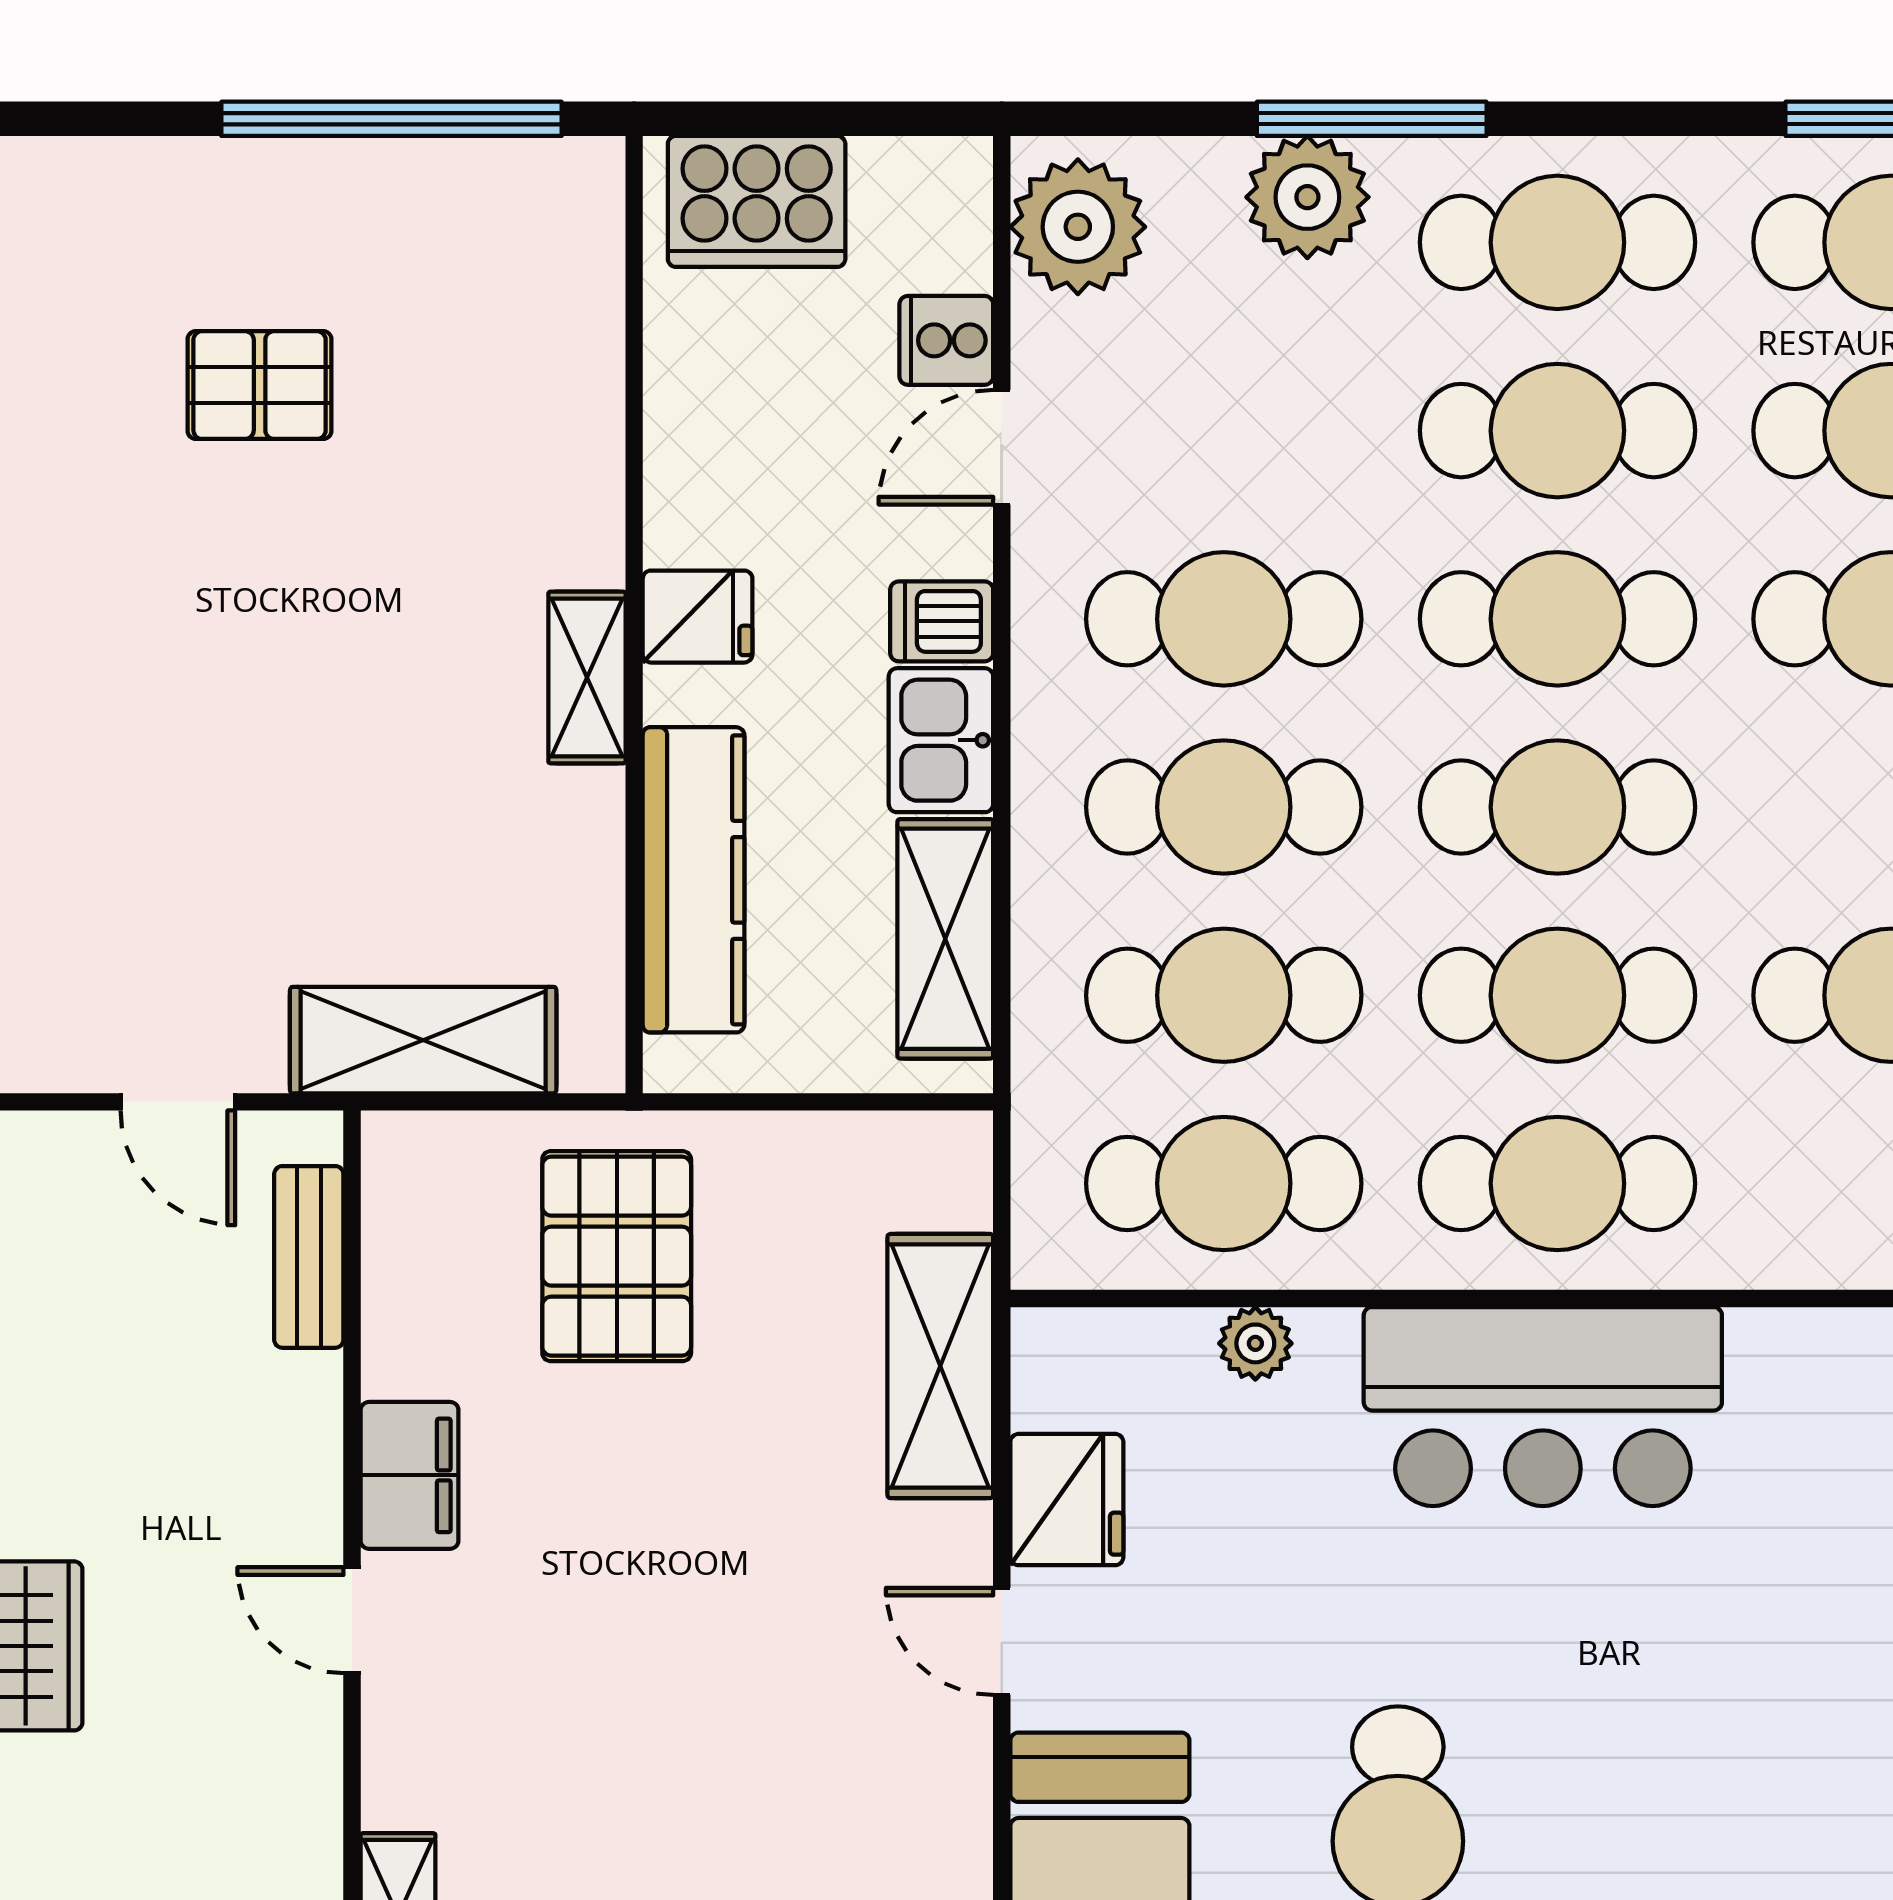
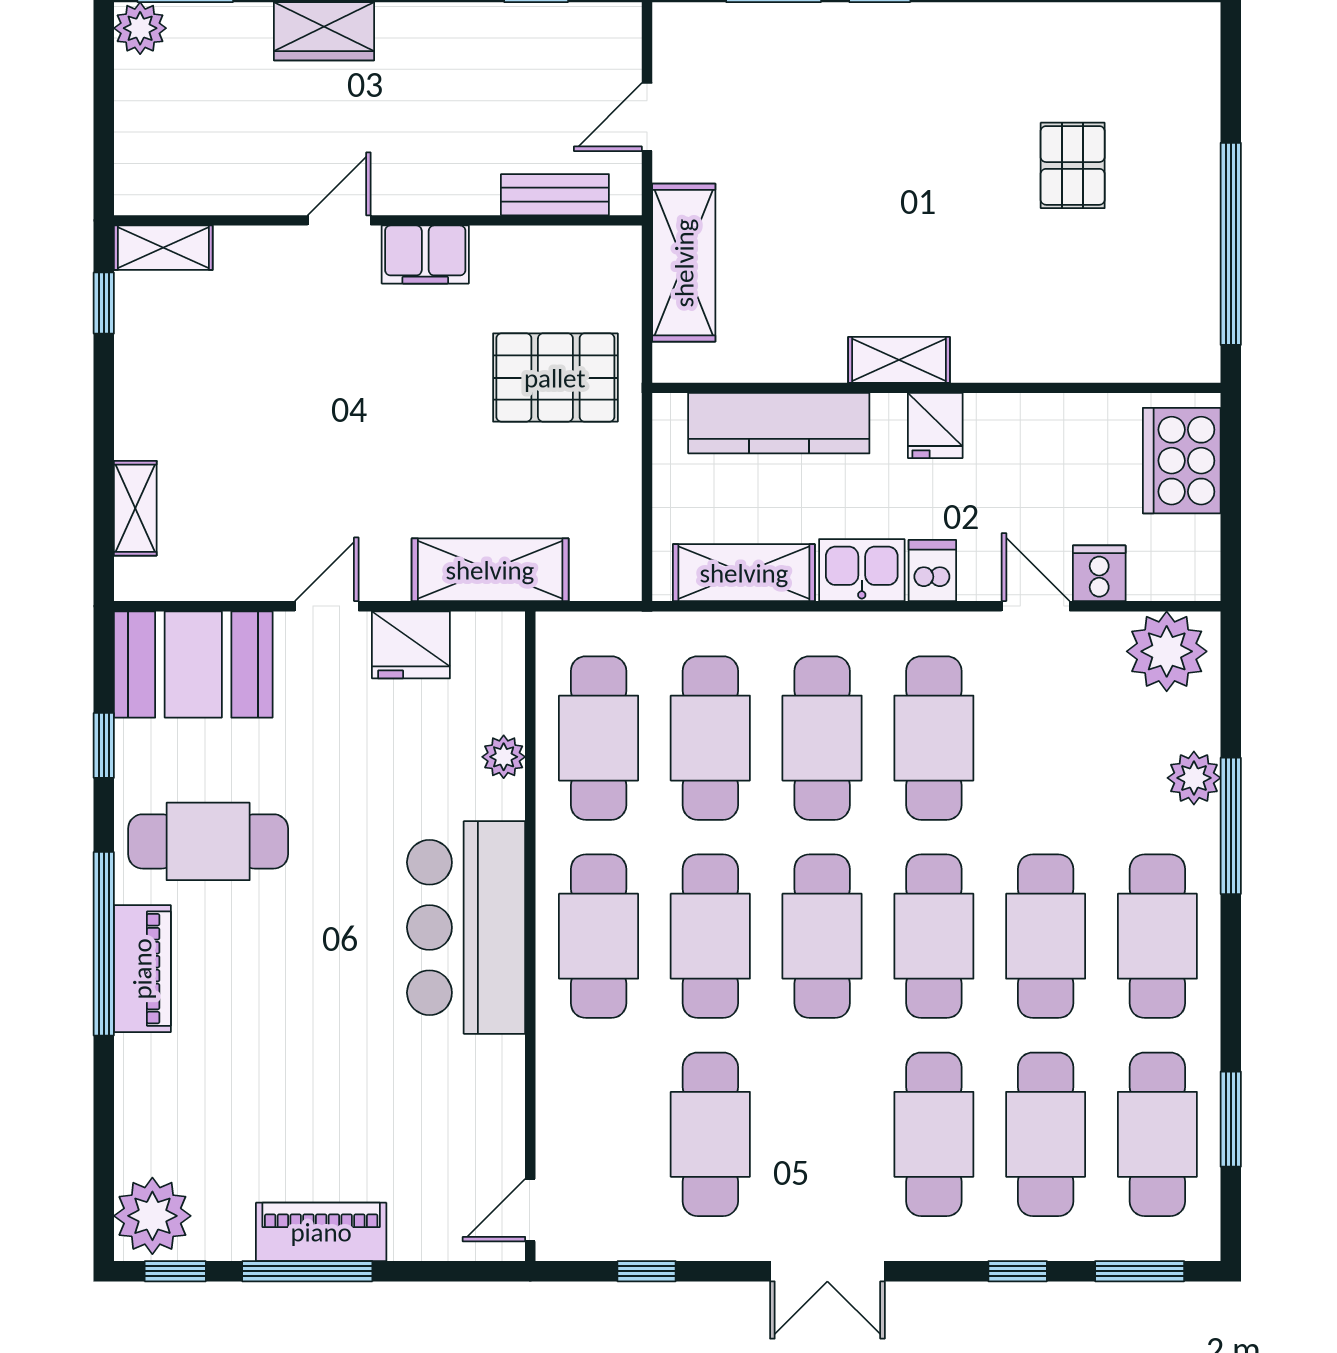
plant: (1307, 197) -> (1194, 778), width x0.73, depth x0.73

